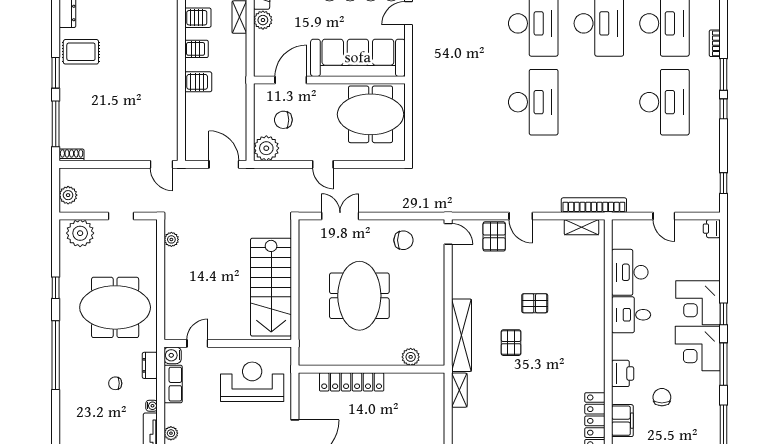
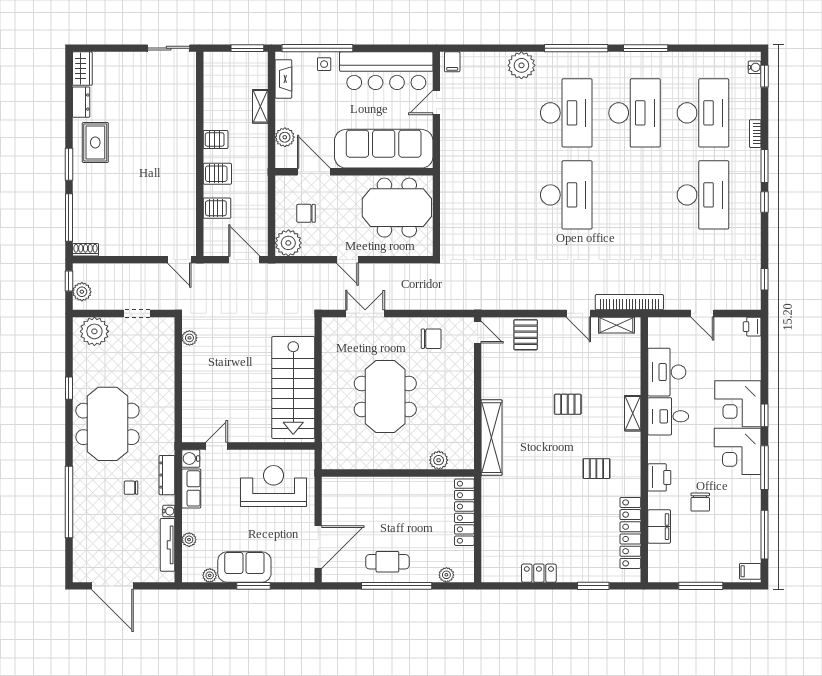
server rack: (198, 18) -> (217, 208), moved
plant: (263, 20) -> (285, 137), moved
rug: (81, 52) -> (95, 142), turned 90
door: (291, 80) -> (314, 172), hinge flipped
window: (56, 185) -> (69, 281), added
door: (521, 216) -> (578, 313), moved
meeting table: (115, 307) -> (108, 424), moved, turned 90
pallet: (511, 343) -> (596, 469), moved, turned 90
window: (56, 355) -> (69, 502), moved
dresser: (150, 365) -> (167, 475), width x1.44
locker: (352, 382) -> (464, 512), moved, turned 90
shelving: (459, 390) -> (633, 413), moved
chair: (662, 397) -> (700, 502), turned 180

